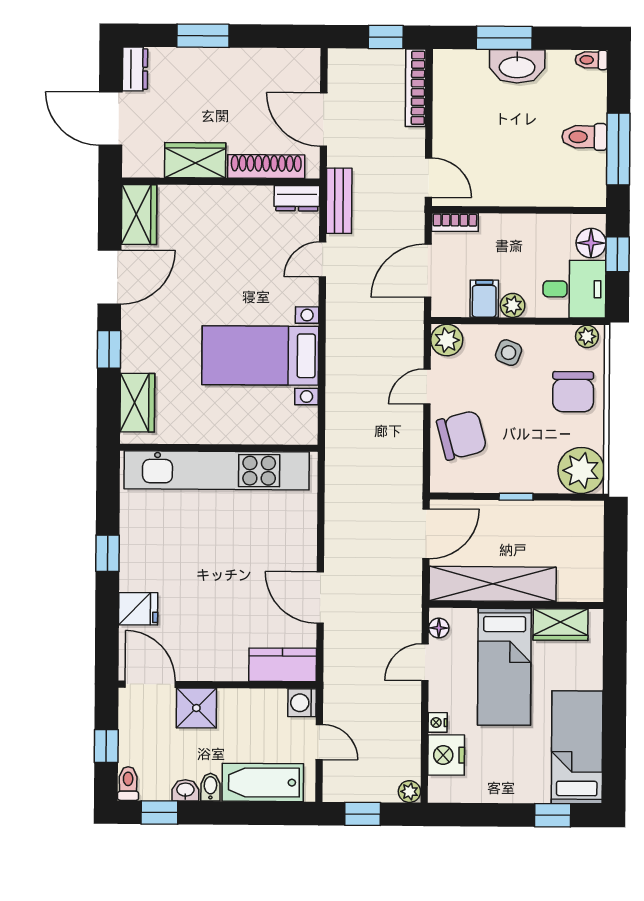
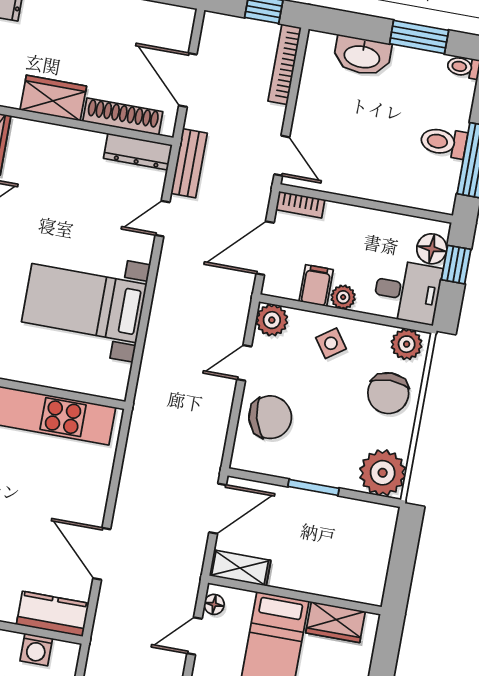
window: (504, 38) -> (419, 37), moved
washbasin: (517, 66) -> (362, 56), moved
dresser: (297, 198) -> (138, 152), width x1.44
plant: (587, 336) -> (407, 344), width x1.38, depth x1.38
side table: (509, 353) -> (331, 343), turned 34
window: (516, 497) -> (313, 487), width x1.50
shelving: (493, 584) -> (240, 568), width x0.45, depth x0.75
washing machine: (302, 703) -> (36, 650), moved, turned -90

